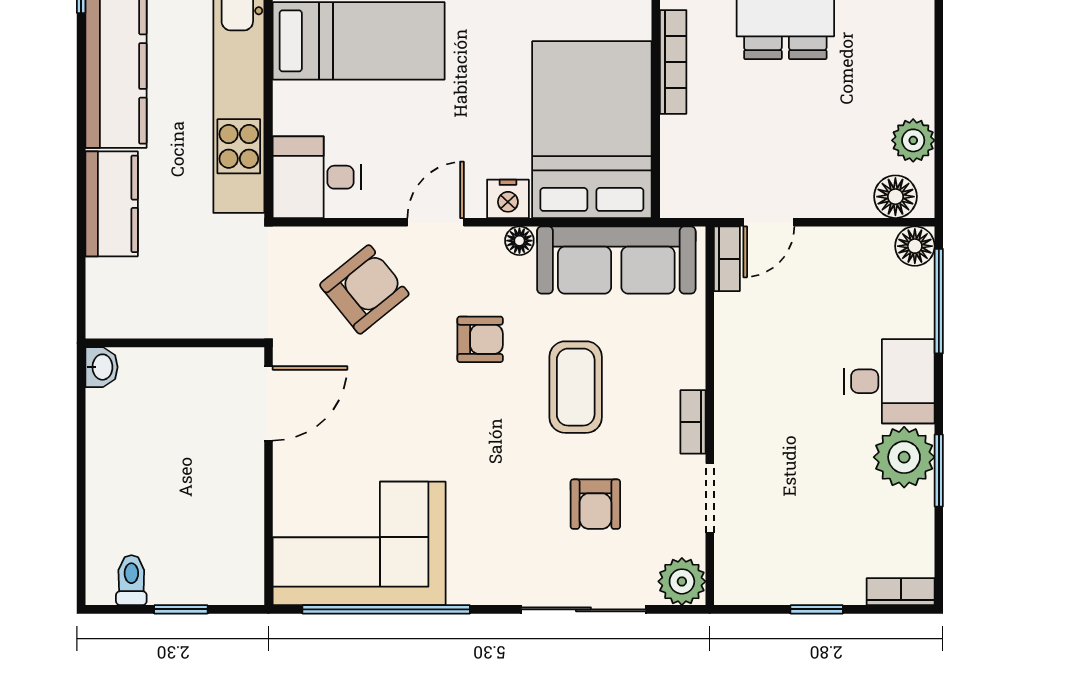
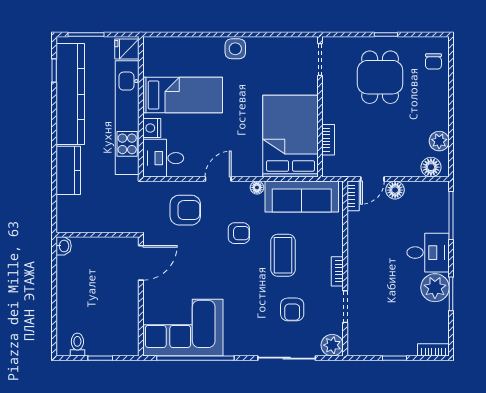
bookcase: (673, 62) -> (328, 140), moved, width x0.64
nightstand: (508, 199) -> (152, 128), moved, turned 90
floor lamp: (915, 246) -> (395, 190), moved
armchair: (364, 289) -> (185, 210), turned 39

